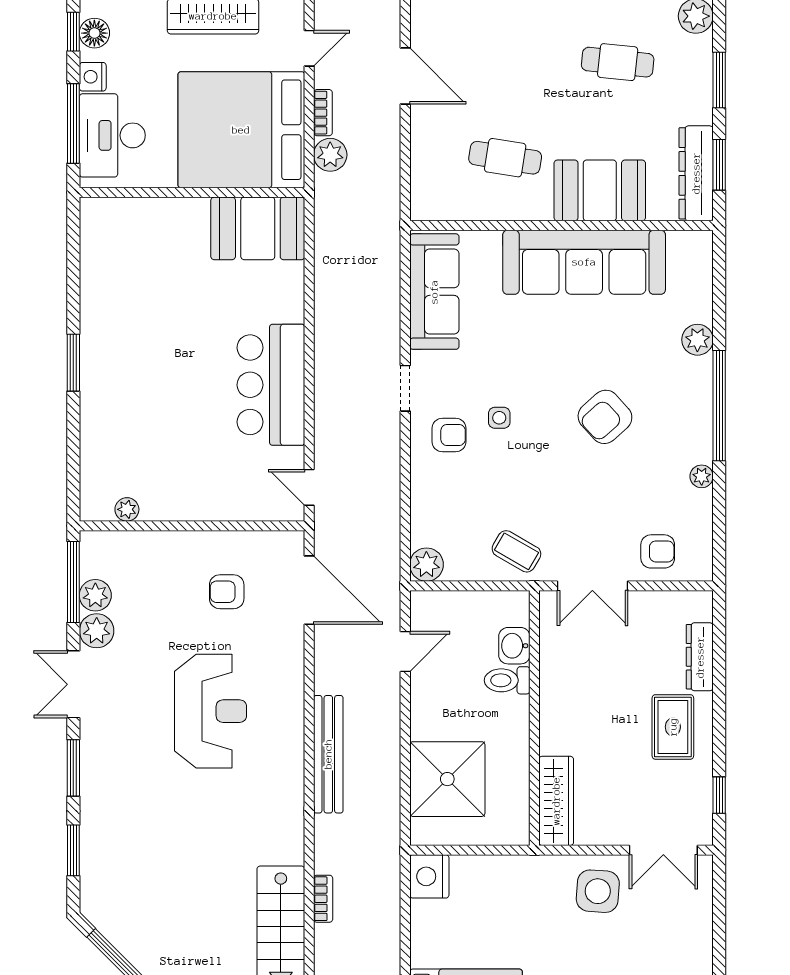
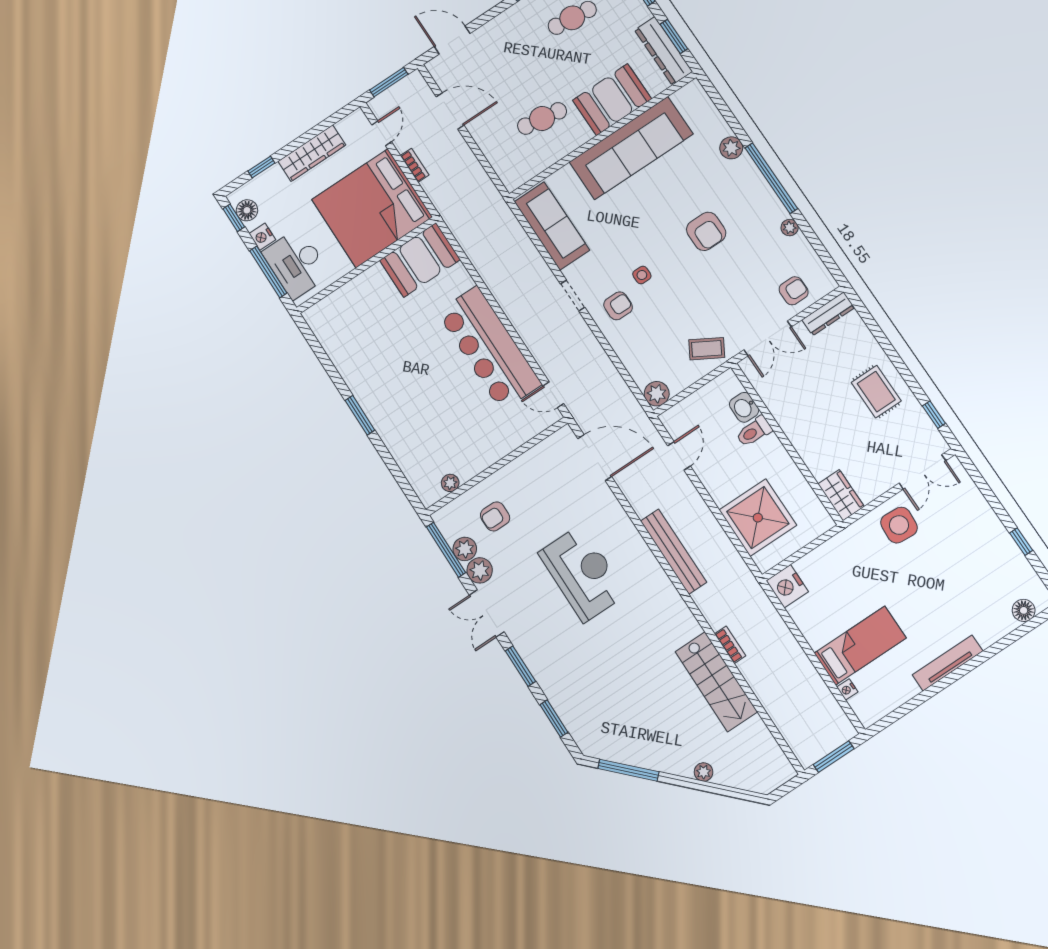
plant: (330, 155) -> (435, 187), removed
bar counter: (271, 385) -> (489, 348), width x1.36
armchair: (605, 417) -> (706, 231), turned -48
armchair: (227, 592) -> (495, 516), moved
dresser: (700, 657) -> (828, 314), moved, turned -90
wardrobe: (556, 801) -> (841, 495), width x0.67

